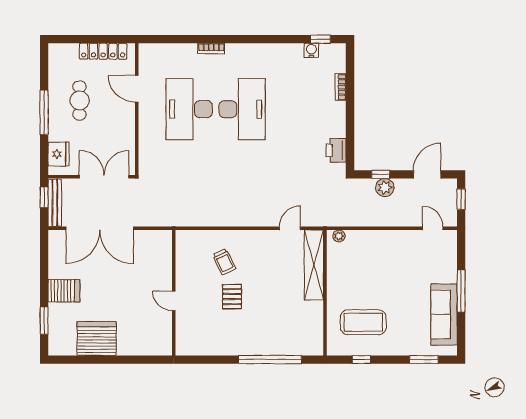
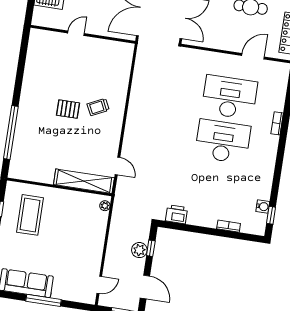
desk: (242, 109) -> (223, 141), turned 180
wall: (174, 293) -> (83, 34), moved
door: (174, 301) -> (76, 33), moved

